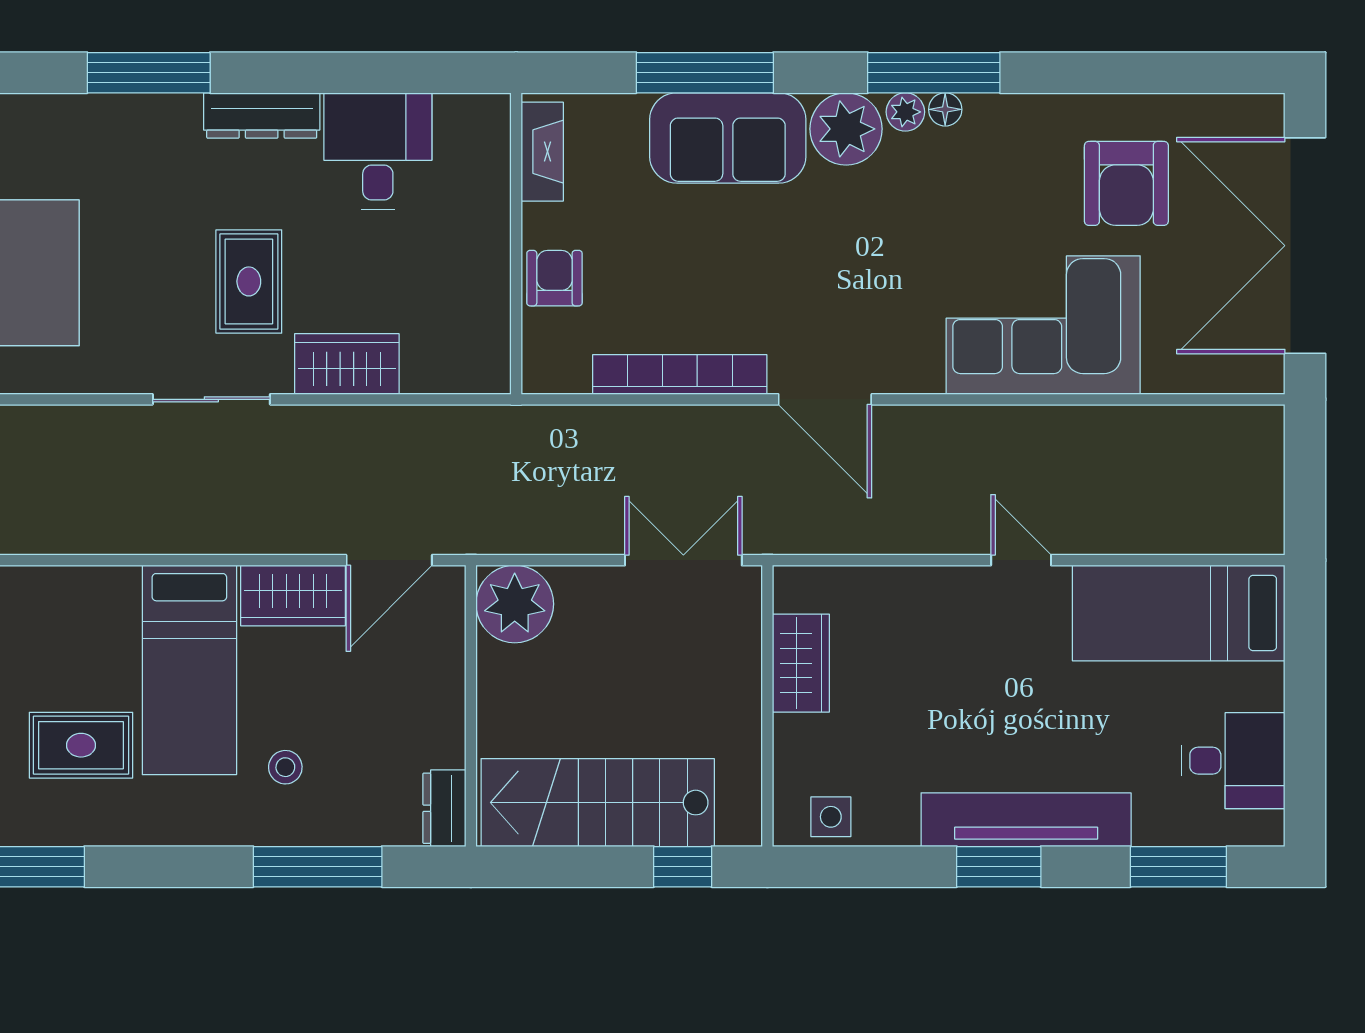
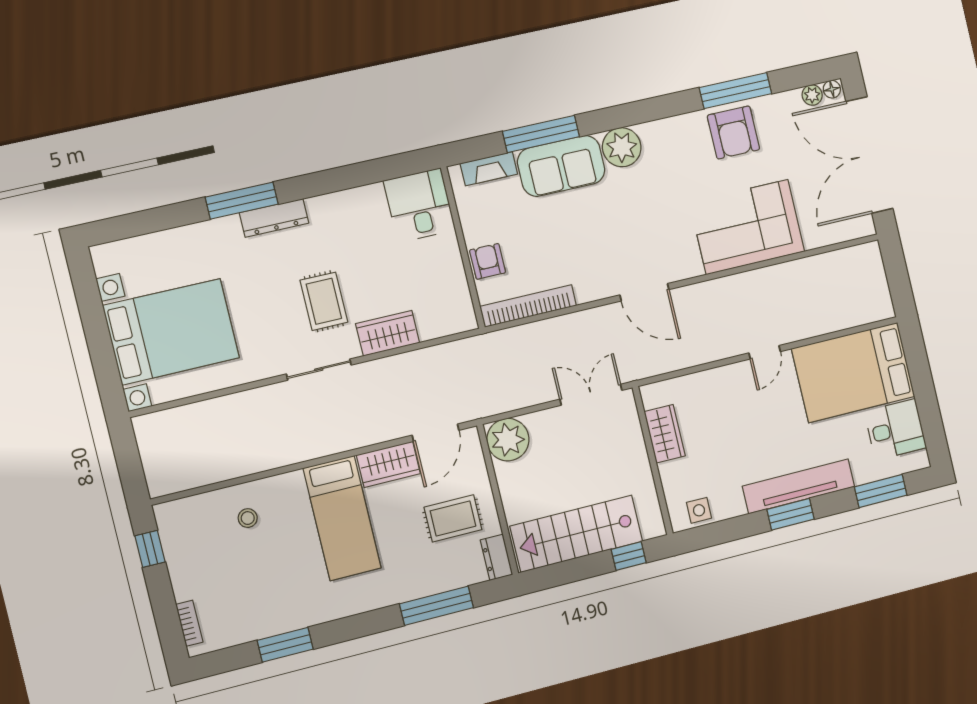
window: (934, 73) -> (735, 91), moved
floor lamp: (945, 109) -> (832, 89), moved
plant: (905, 112) -> (812, 95), moved
dresser: (262, 116) -> (274, 218), moved
desk: (378, 151) -> (419, 205), moved
fireplace: (542, 152) -> (489, 169), moved, turned 90
armchair: (1126, 183) -> (733, 132), moved
bookcase: (680, 375) -> (528, 306), moved
door: (1021, 560) -> (765, 352), swing flipped
bed: (1179, 613) -> (853, 372), width x1.50
rug: (81, 745) -> (453, 518), moved
stool: (285, 767) -> (248, 518), moved

